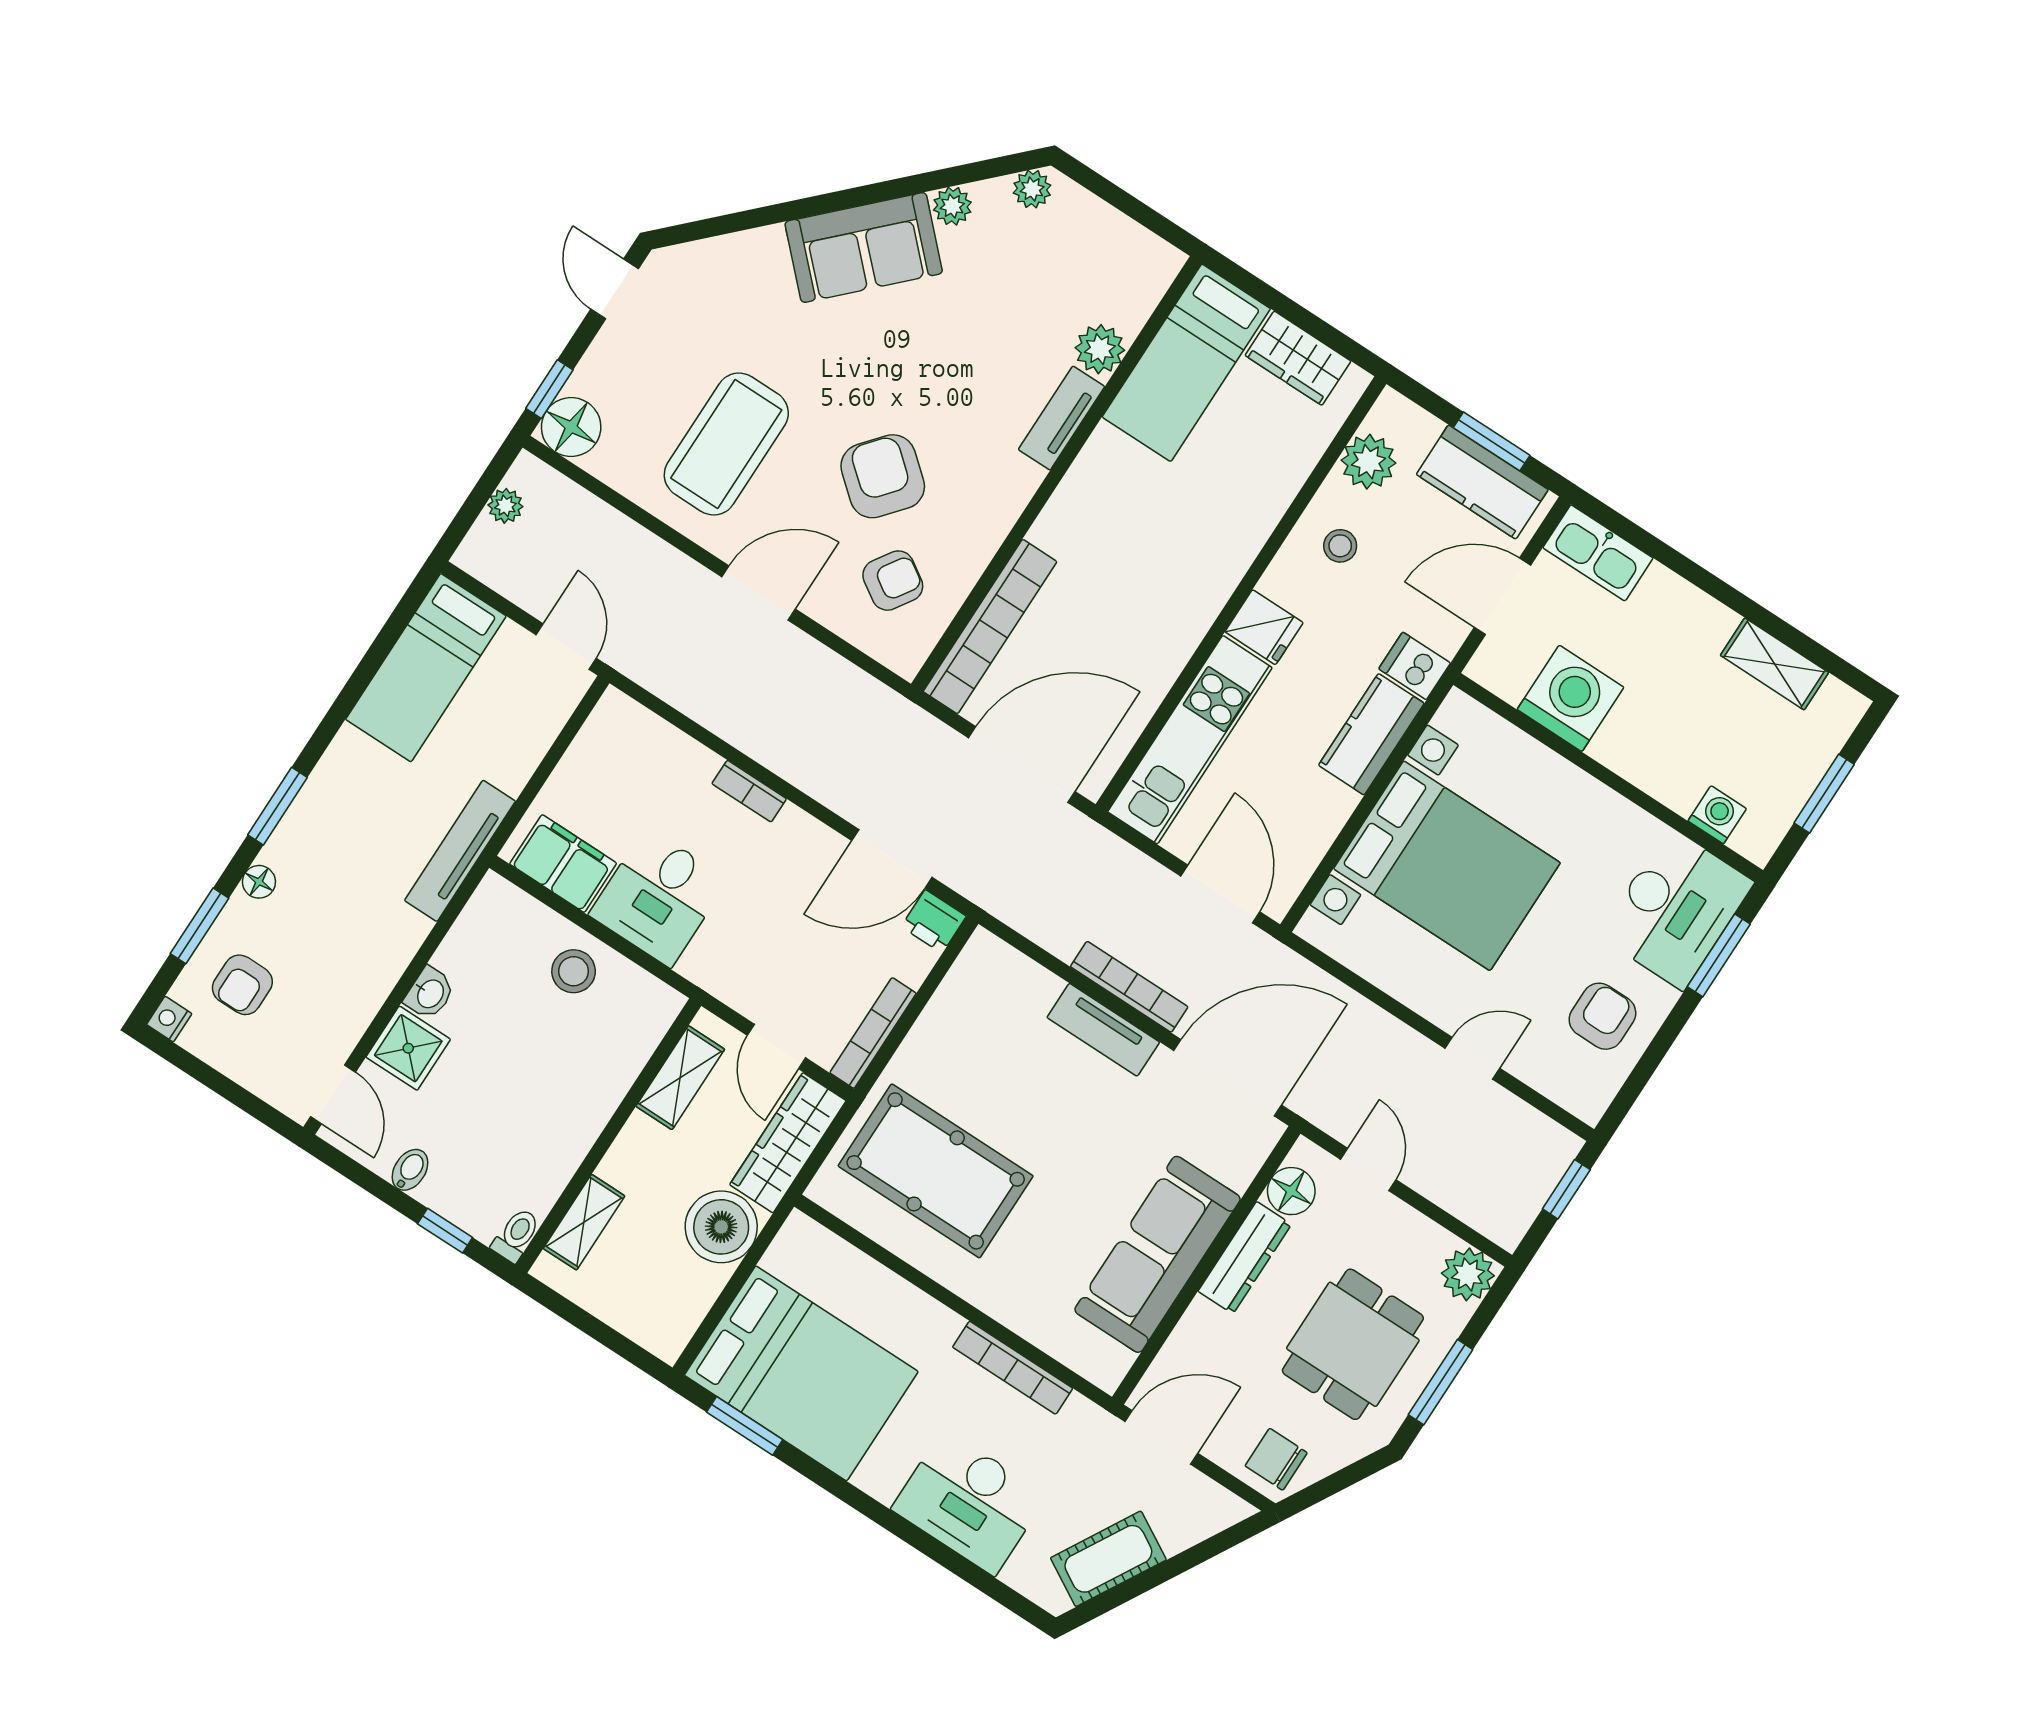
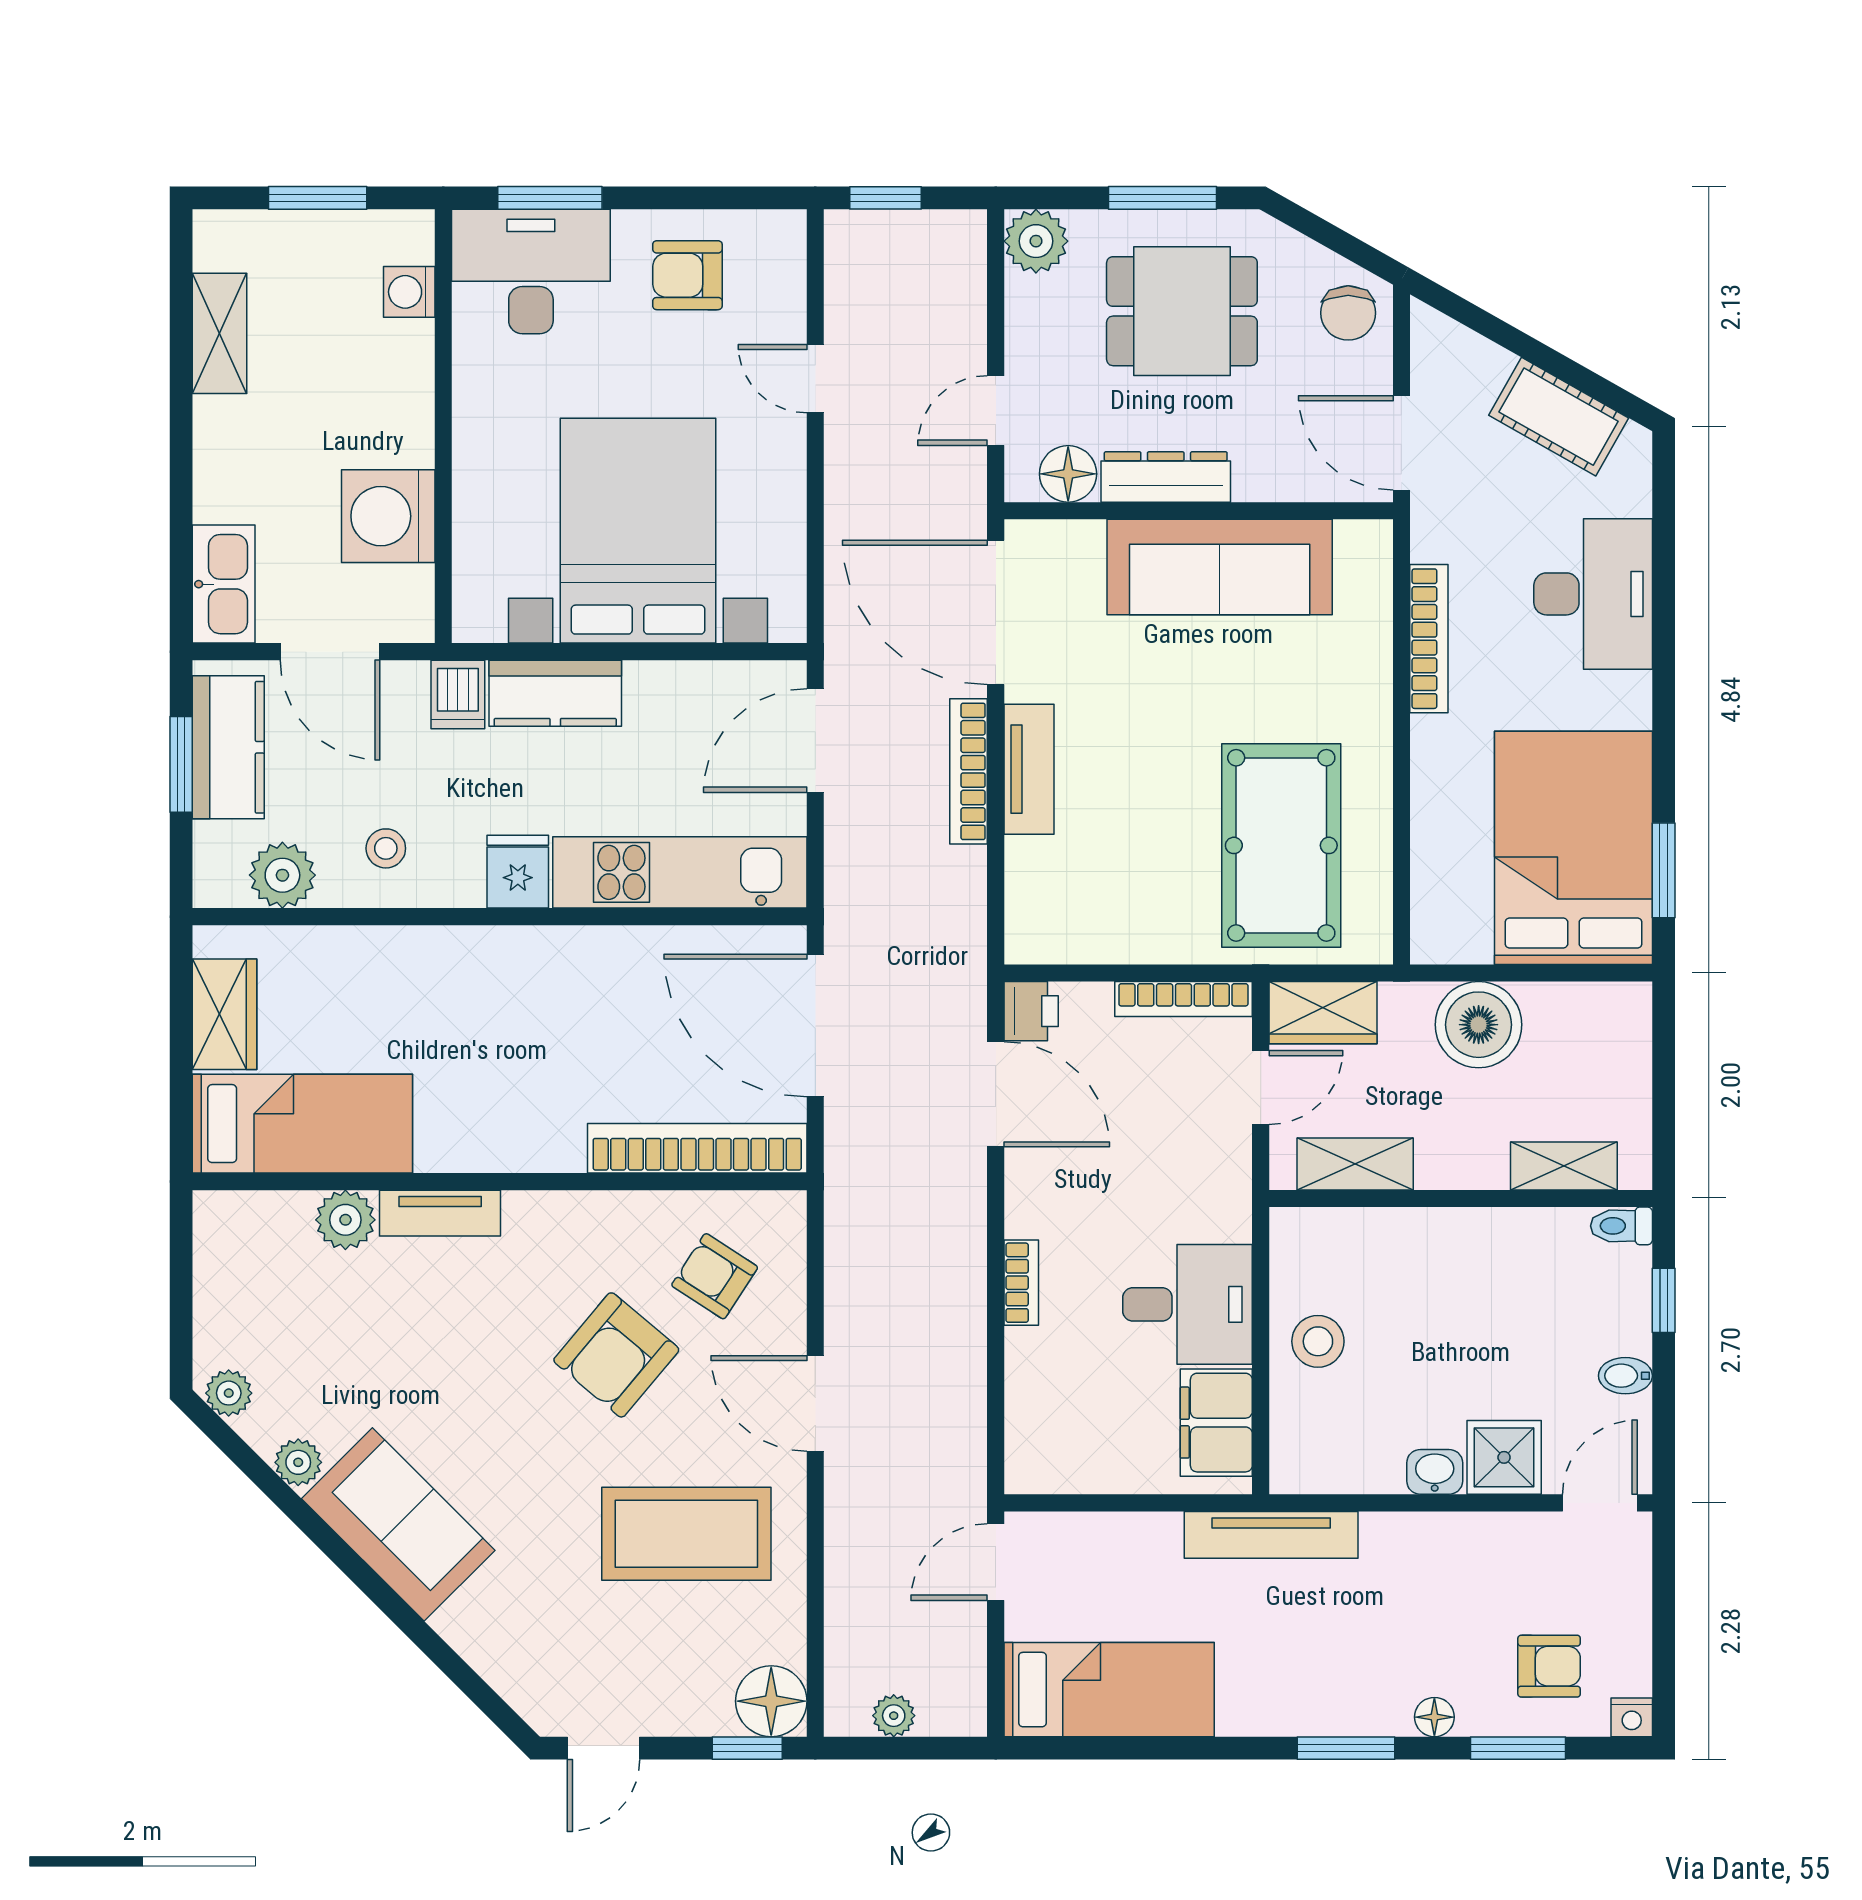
wardrobe: (788, 1143) -> (1323, 1013), width x0.67

